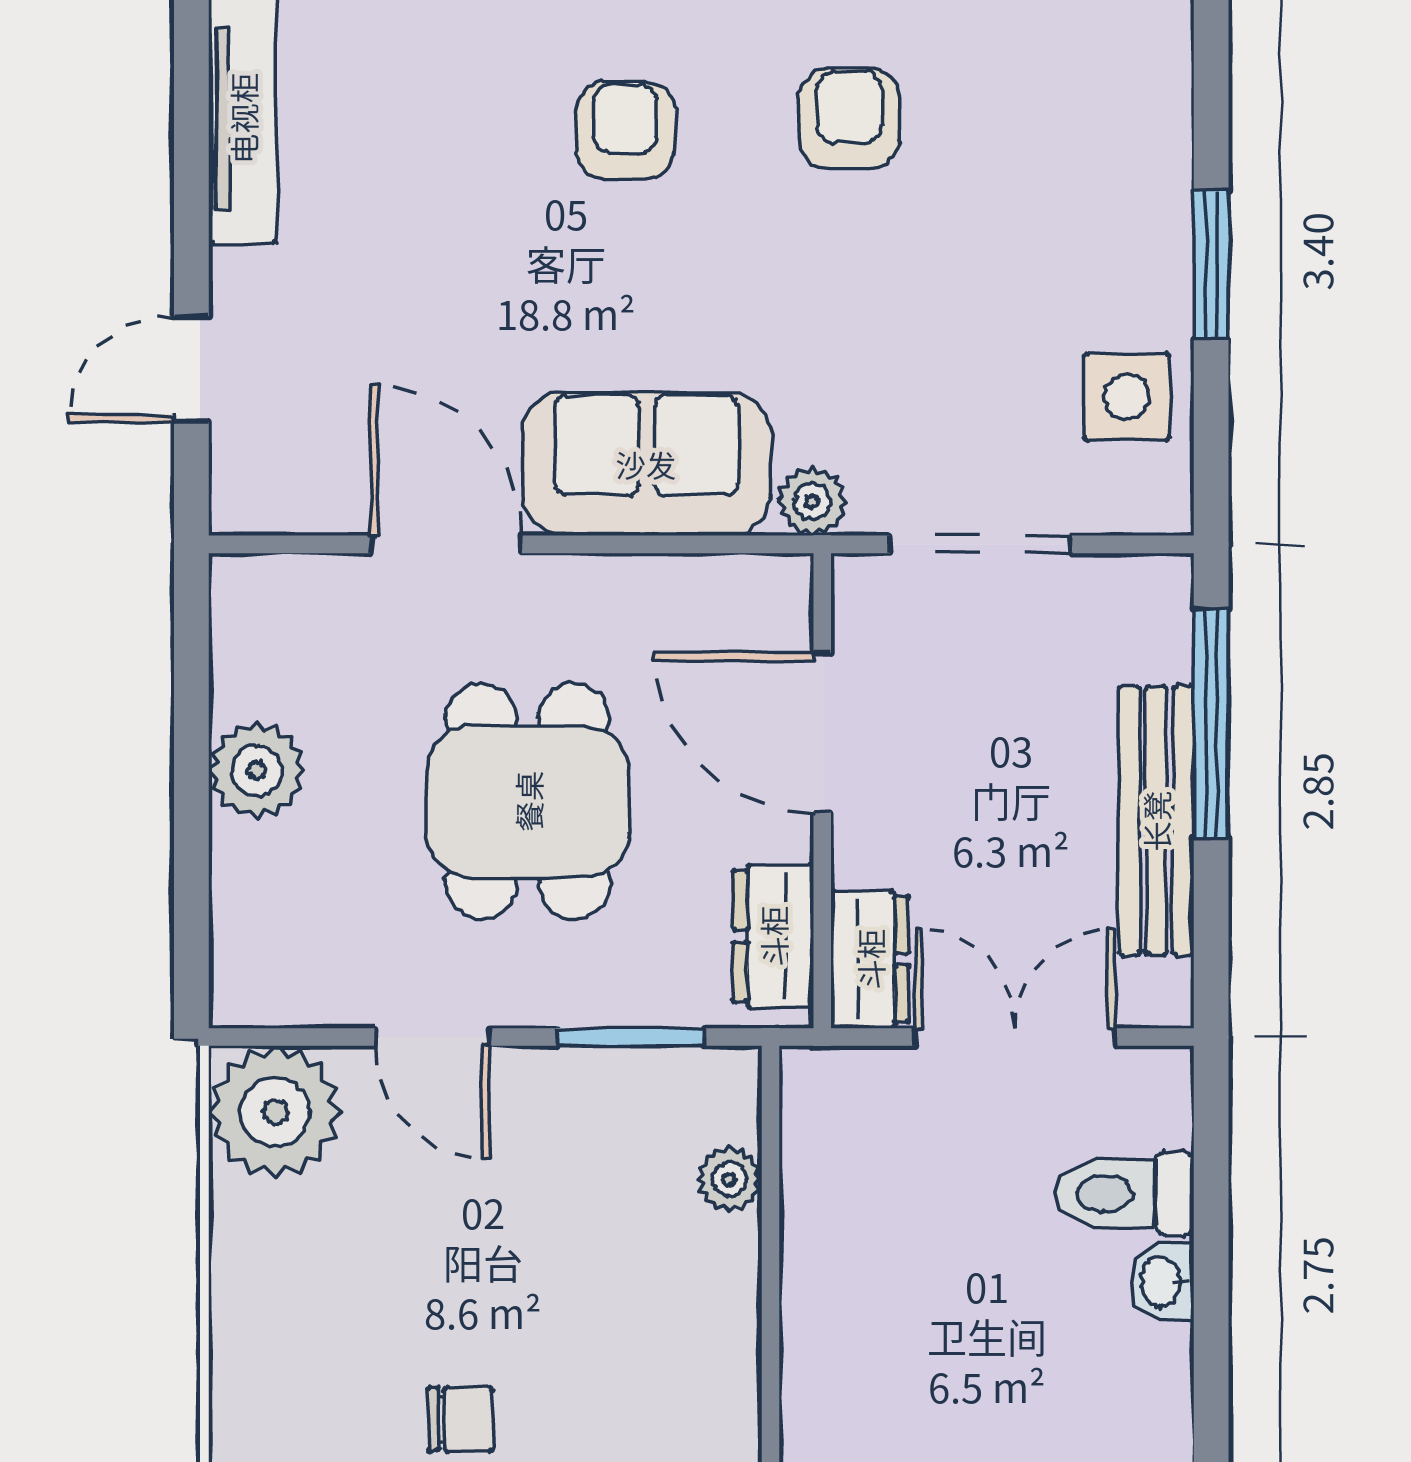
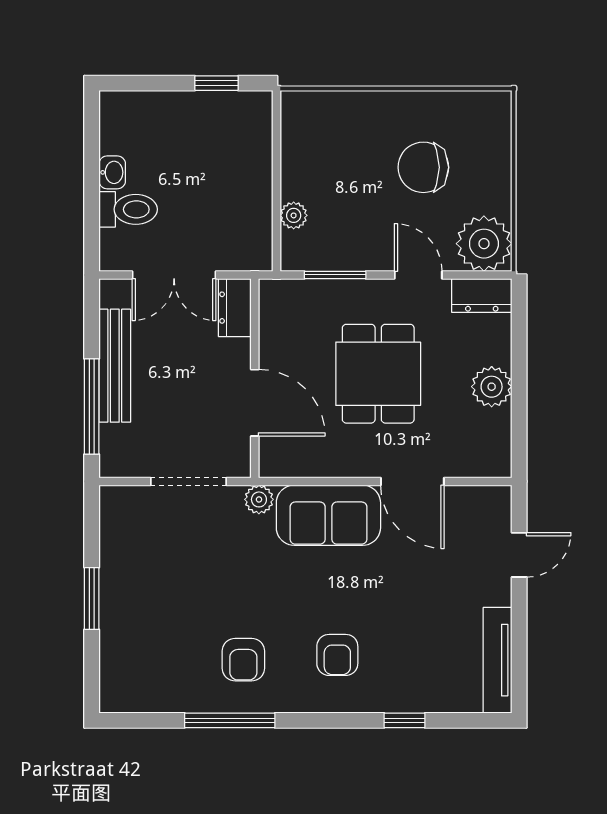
side table: (1127, 397) -> (127, 543), removed
dresser: (773, 936) -> (482, 296), moved, turned 90
chair: (461, 1419) -> (423, 167), moved, width x1.87, depth x1.87

